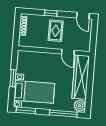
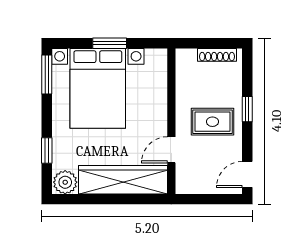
bed with nightstands: (34, 92) -> (98, 88), width x1.36
window: (63, 113) -> (47, 150), width x0.46

